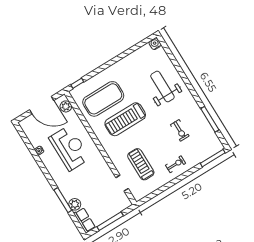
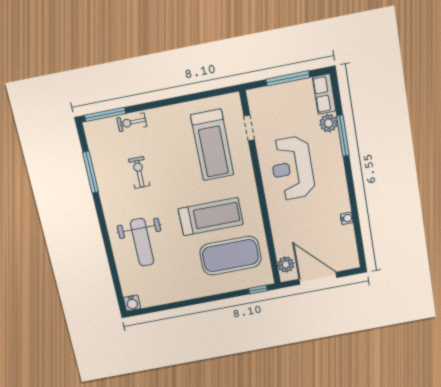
reception desk: (70, 148) -> (292, 168), moved
treadmill: (141, 164) -> (212, 145), width x1.37, depth x1.37
exercise bike: (176, 164) -> (132, 122), moved

